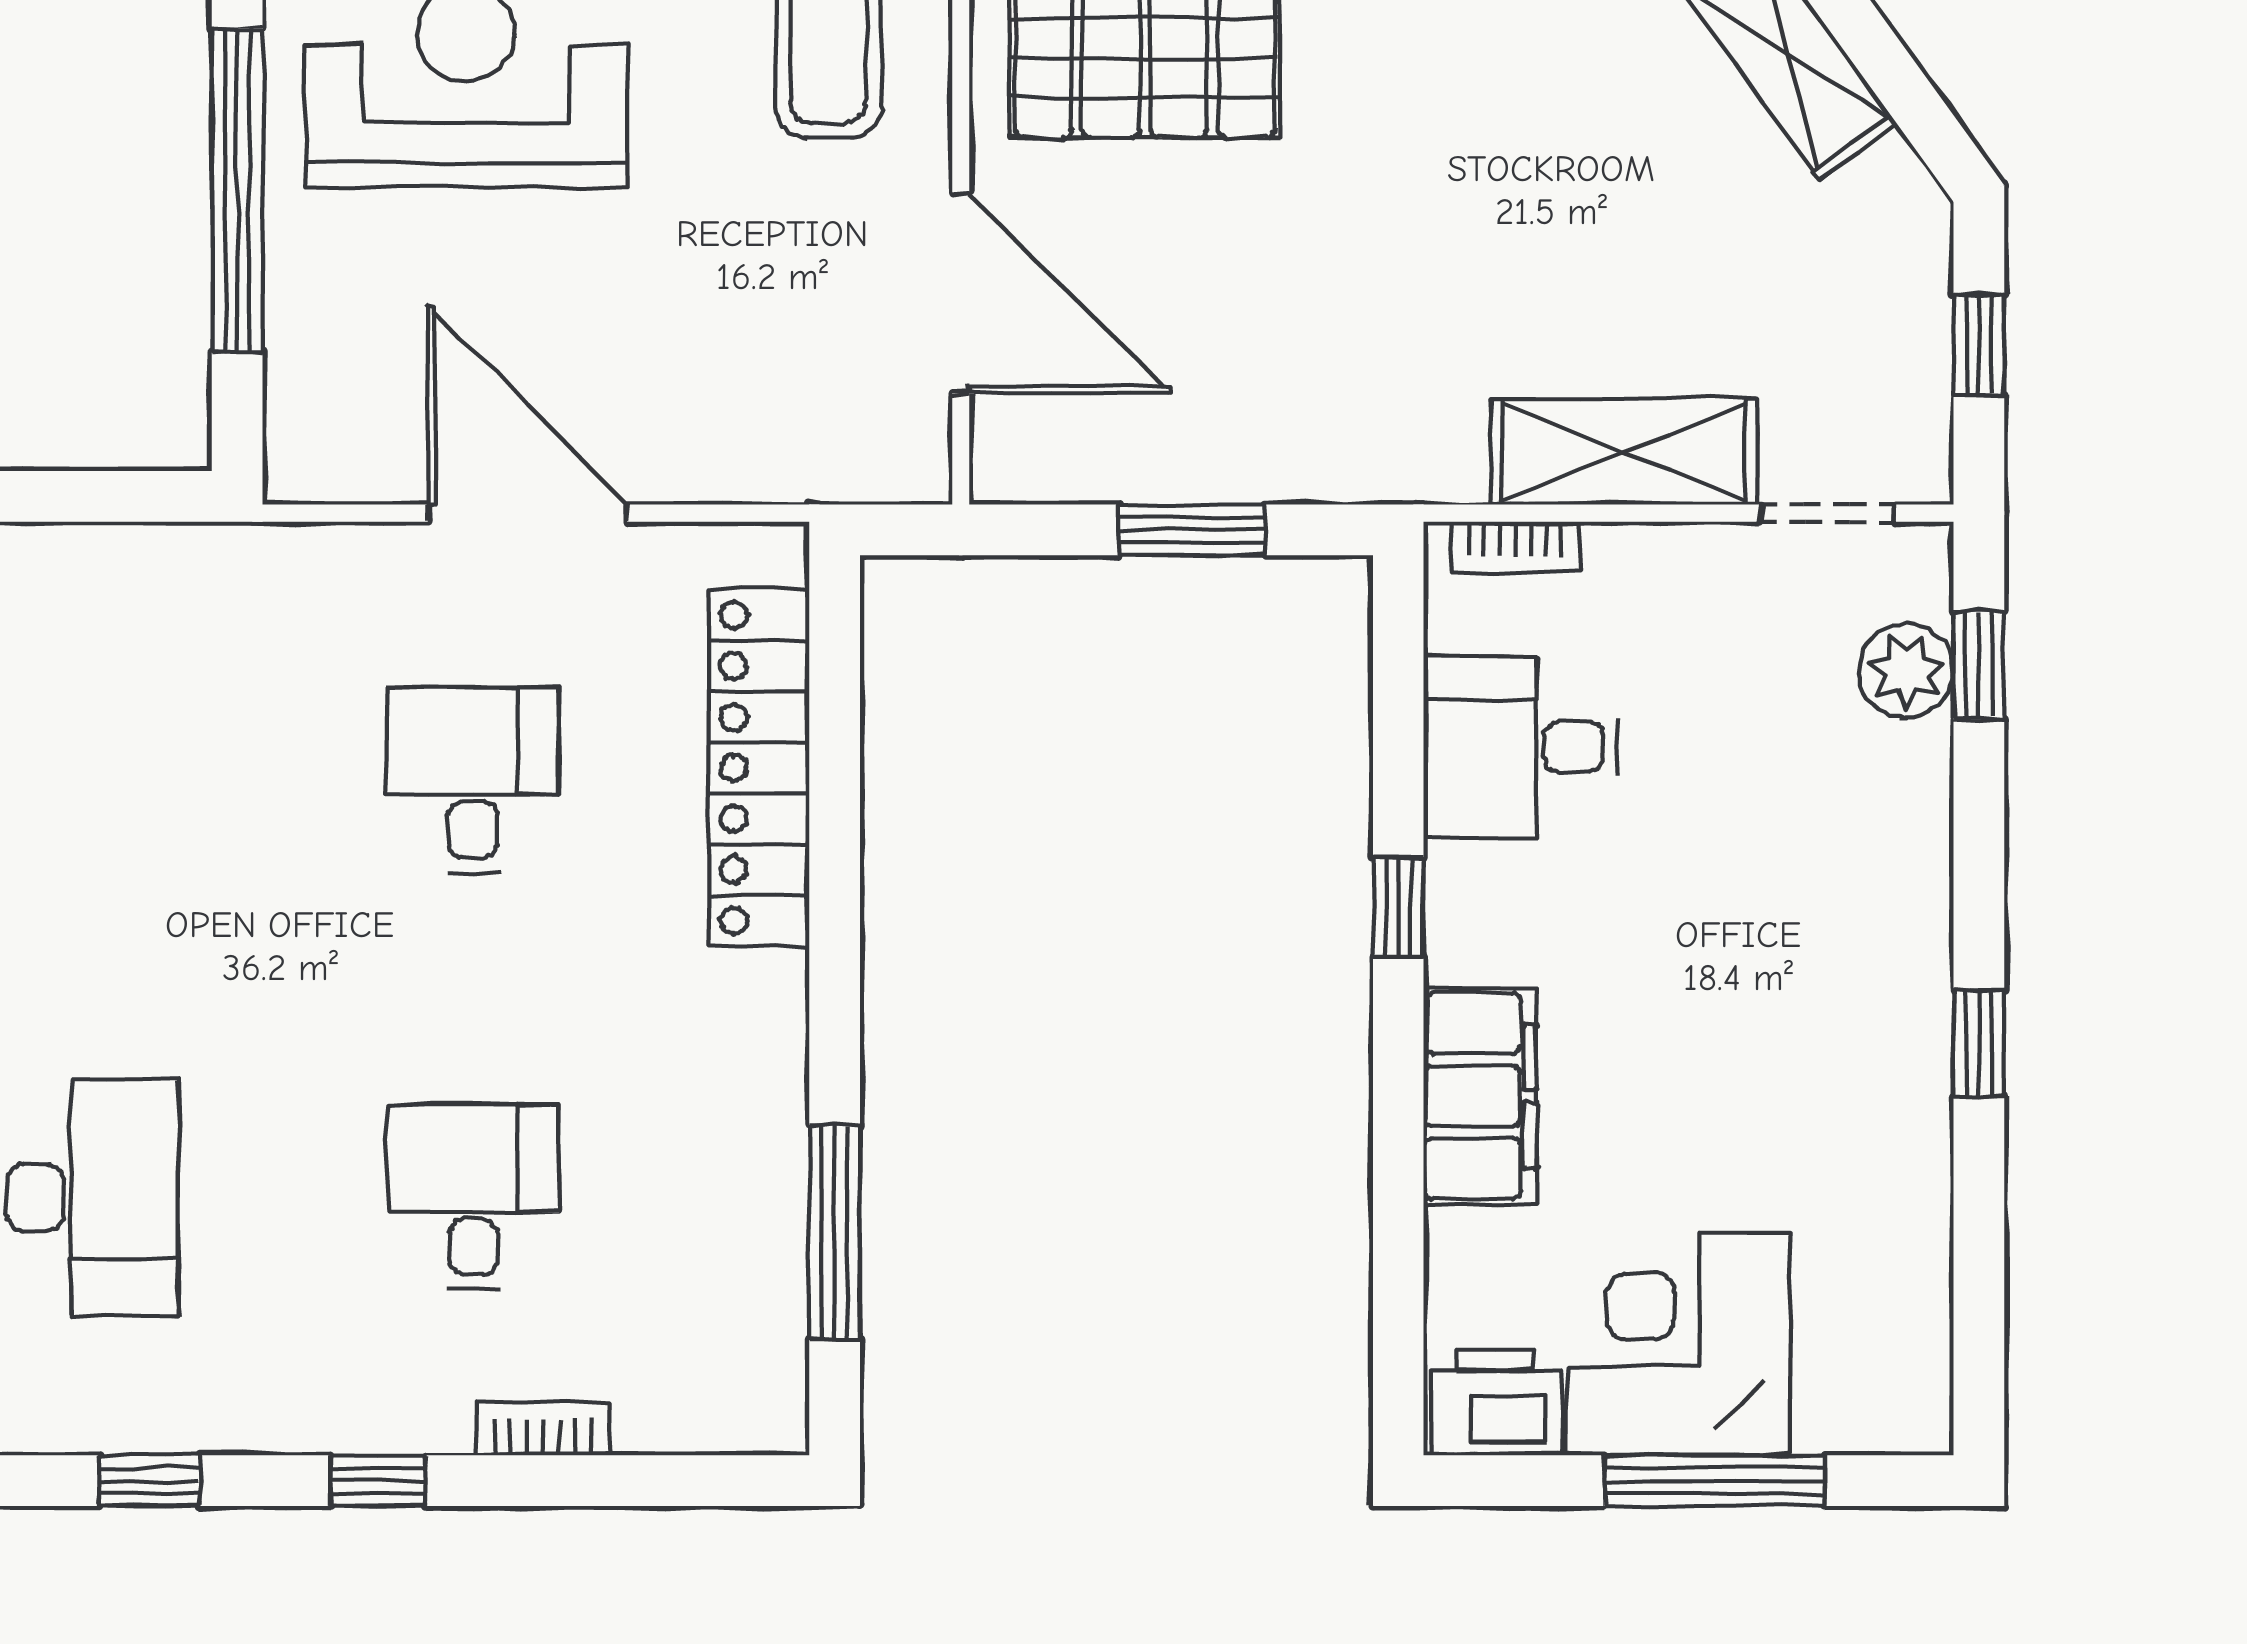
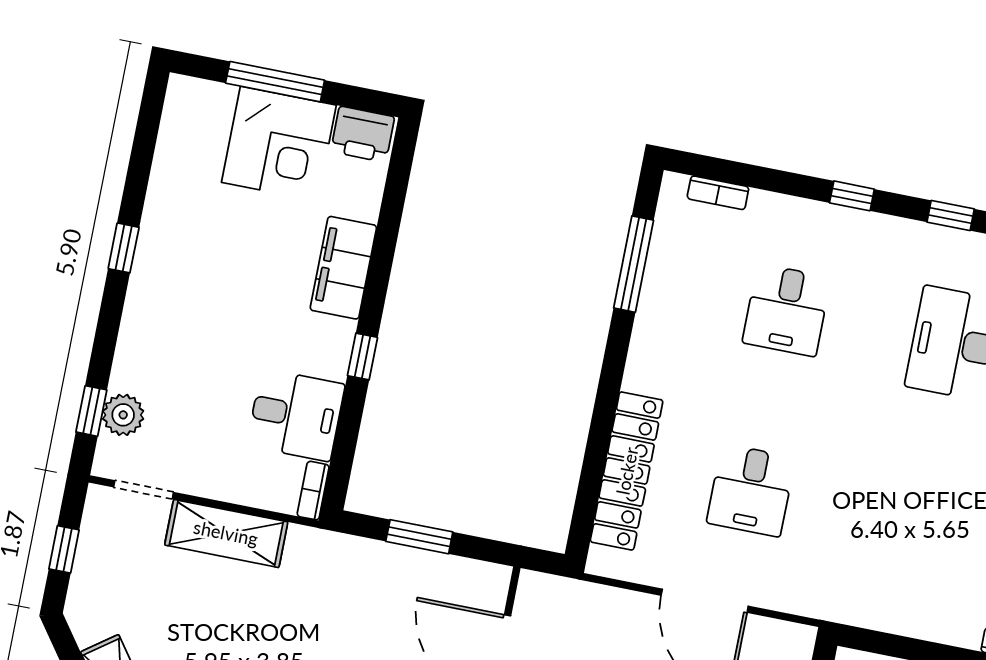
bookcase: (1516, 547) -> (313, 491), moved, turned -90
bookcase: (543, 1429) -> (718, 193), moved

